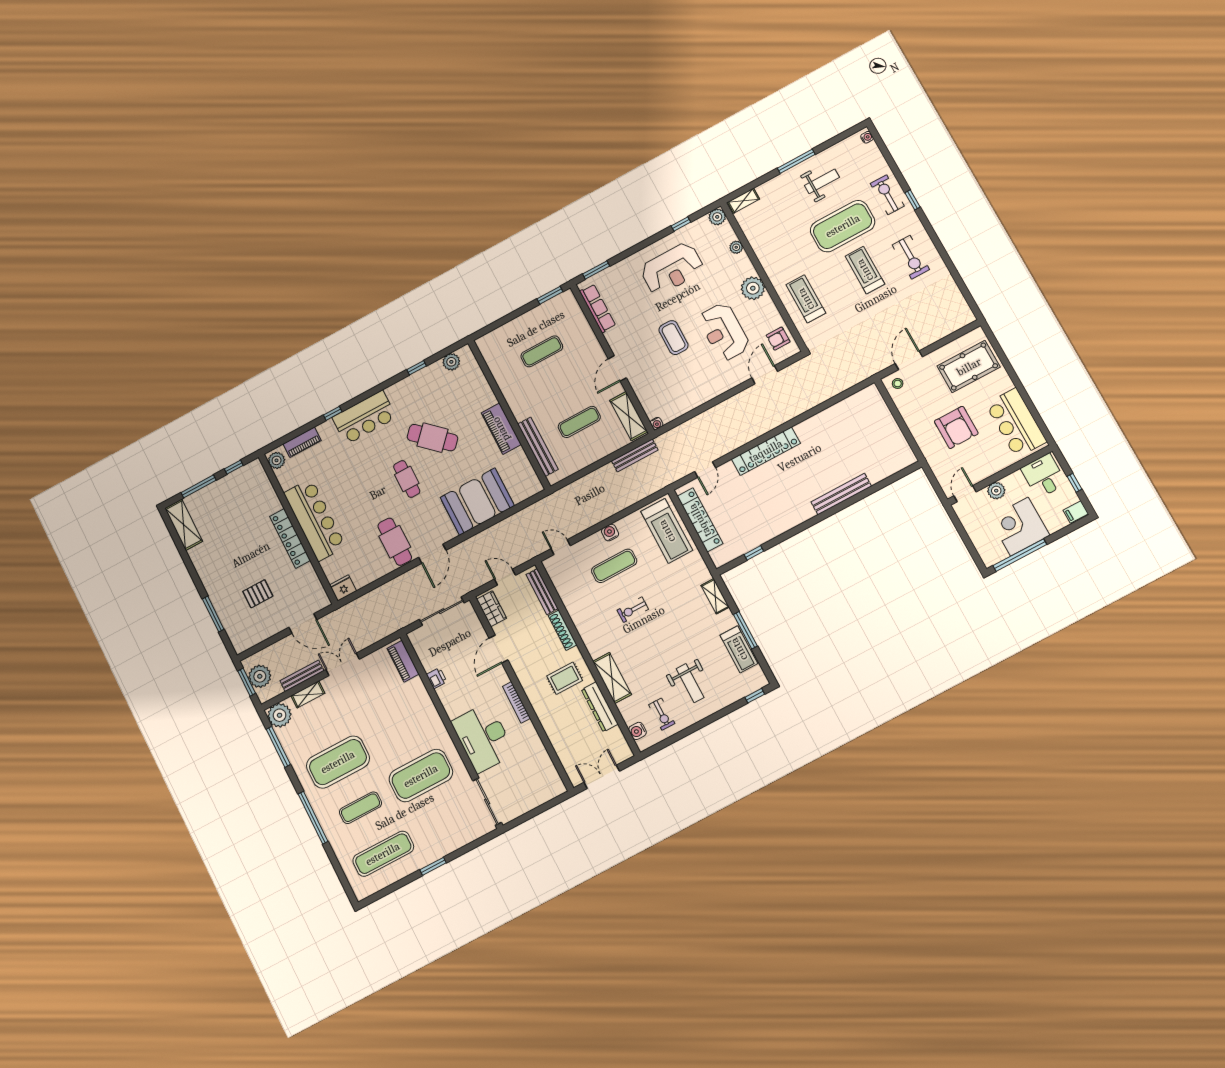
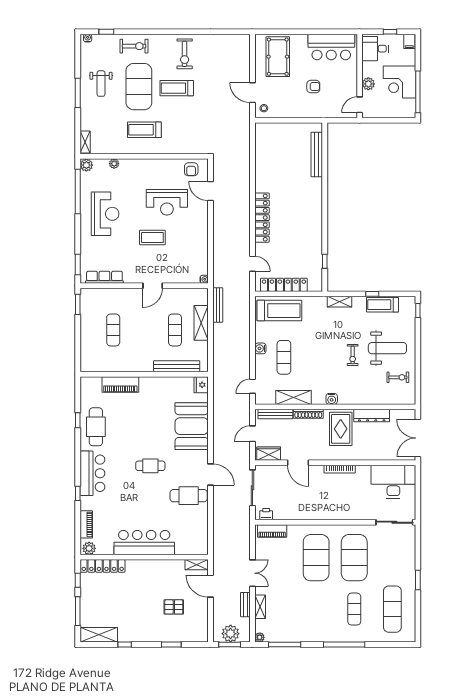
weight bench: (822, 181) -> (101, 84), turned 180
exercise bike: (887, 195) -> (134, 46), turned 180
window: (913, 200) -> (106, 32), moved
window: (681, 224) -> (78, 192), width x3.17
exercise bike: (911, 257) -> (185, 54), turned 90
plant: (753, 288) -> (148, 168), removed
treadmill: (806, 299) -> (144, 130), moved
plant: (451, 362) -> (87, 395), removed
door: (617, 368) -> (153, 286), hinge flipped
shelving: (629, 416) -> (201, 323), moved, turned 90
armchair: (956, 427) -> (313, 87), width x0.53, depth x0.53
piano: (501, 429) -> (120, 385), moved
cafe table: (432, 438) -> (96, 427), moved, turned -43
bench: (841, 494) -> (317, 154), moved
door: (965, 494) -> (360, 105), hinge flipped
locker: (290, 538) -> (103, 566), moved
window: (187, 560) -> (125, 645), added
fridge: (343, 588) -> (201, 385), moved
pallet: (258, 594) -> (174, 607), turned 90
shelving: (320, 594) -> (197, 565), added
exercise bike: (633, 610) -> (353, 355), moved
window: (213, 614) -> (171, 645), width x0.69
door: (303, 624) -> (210, 586), swing flipped
window: (745, 630) -> (372, 294), width x0.46
treadmill: (739, 649) -> (382, 305), turned 180
double door: (343, 664) -> (252, 573), swing flipped
bench: (302, 676) -> (245, 605), width x0.73
printer: (437, 678) -> (266, 514), moved
rug: (565, 678) -> (341, 429), width x1.36, depth x1.43
shelving: (612, 678) -> (294, 397), moved
weight bench: (690, 683) -> (387, 348), width x1.36, depth x1.33
plant: (280, 715) -> (260, 637), width x0.53, depth x0.53
water cooler: (637, 731) -> (332, 399), moved
desk: (483, 738) -> (393, 482), moved, turned 180
exercise mat: (338, 762) -> (316, 558), moved
double door: (602, 777) -> (418, 438), width x1.37

